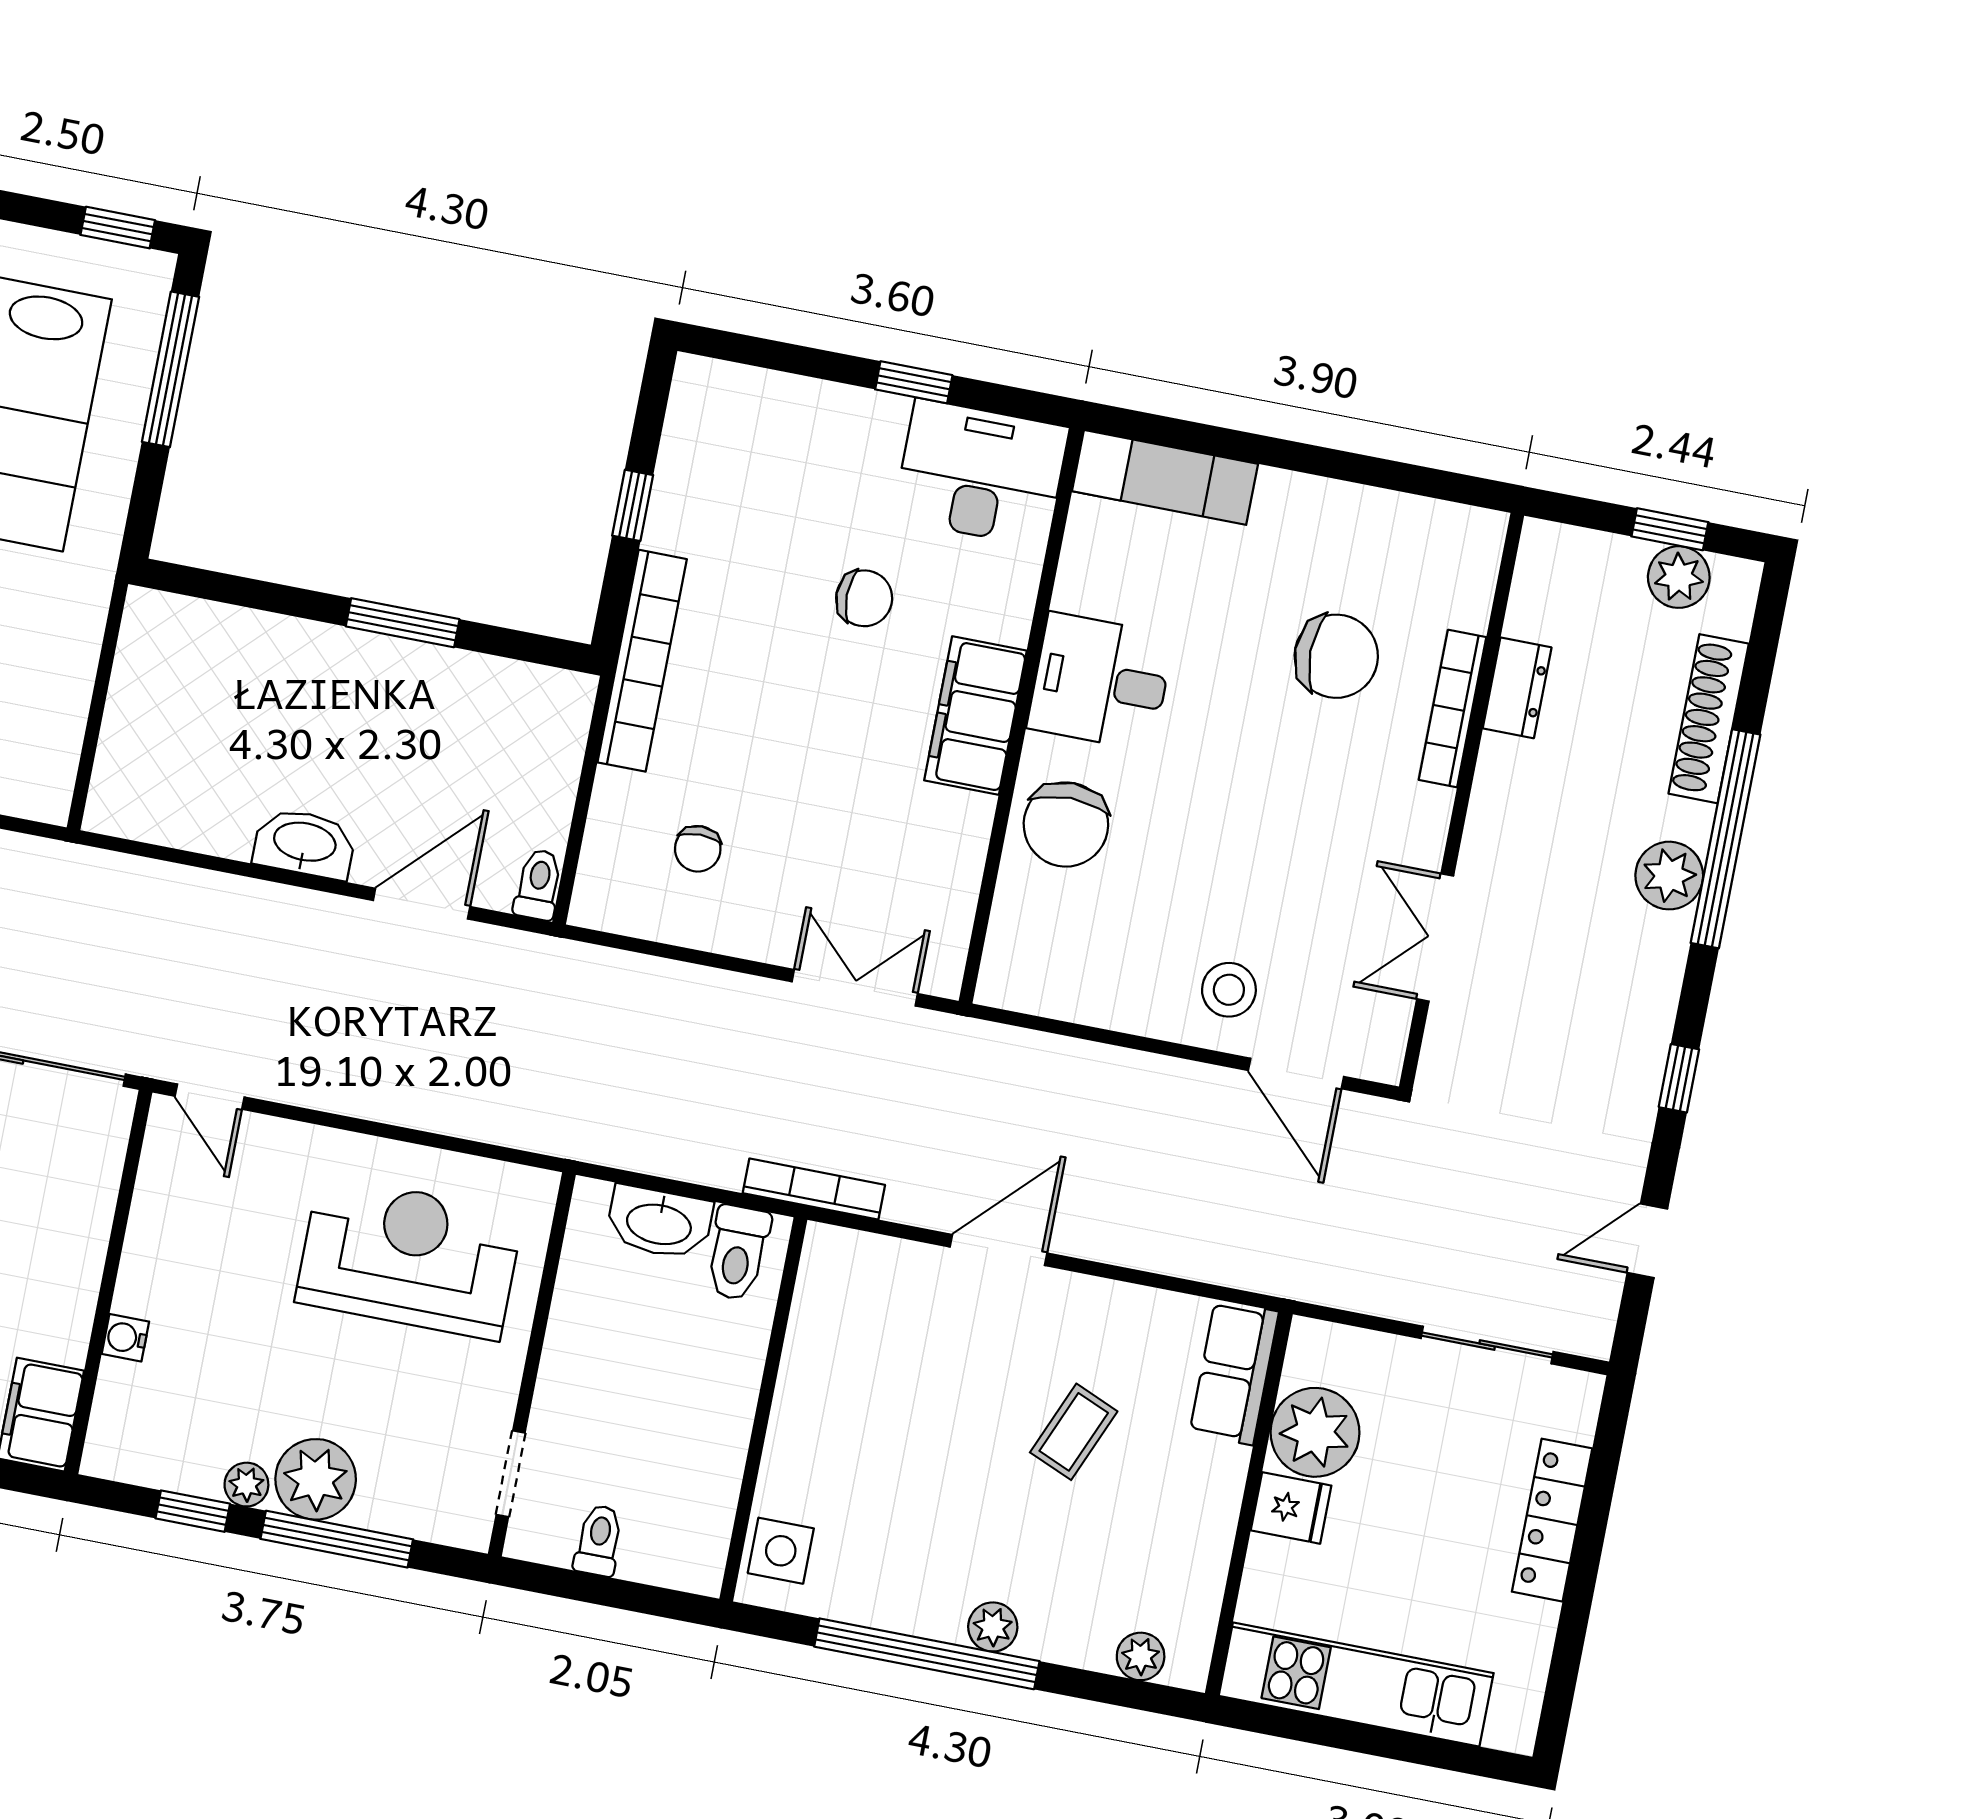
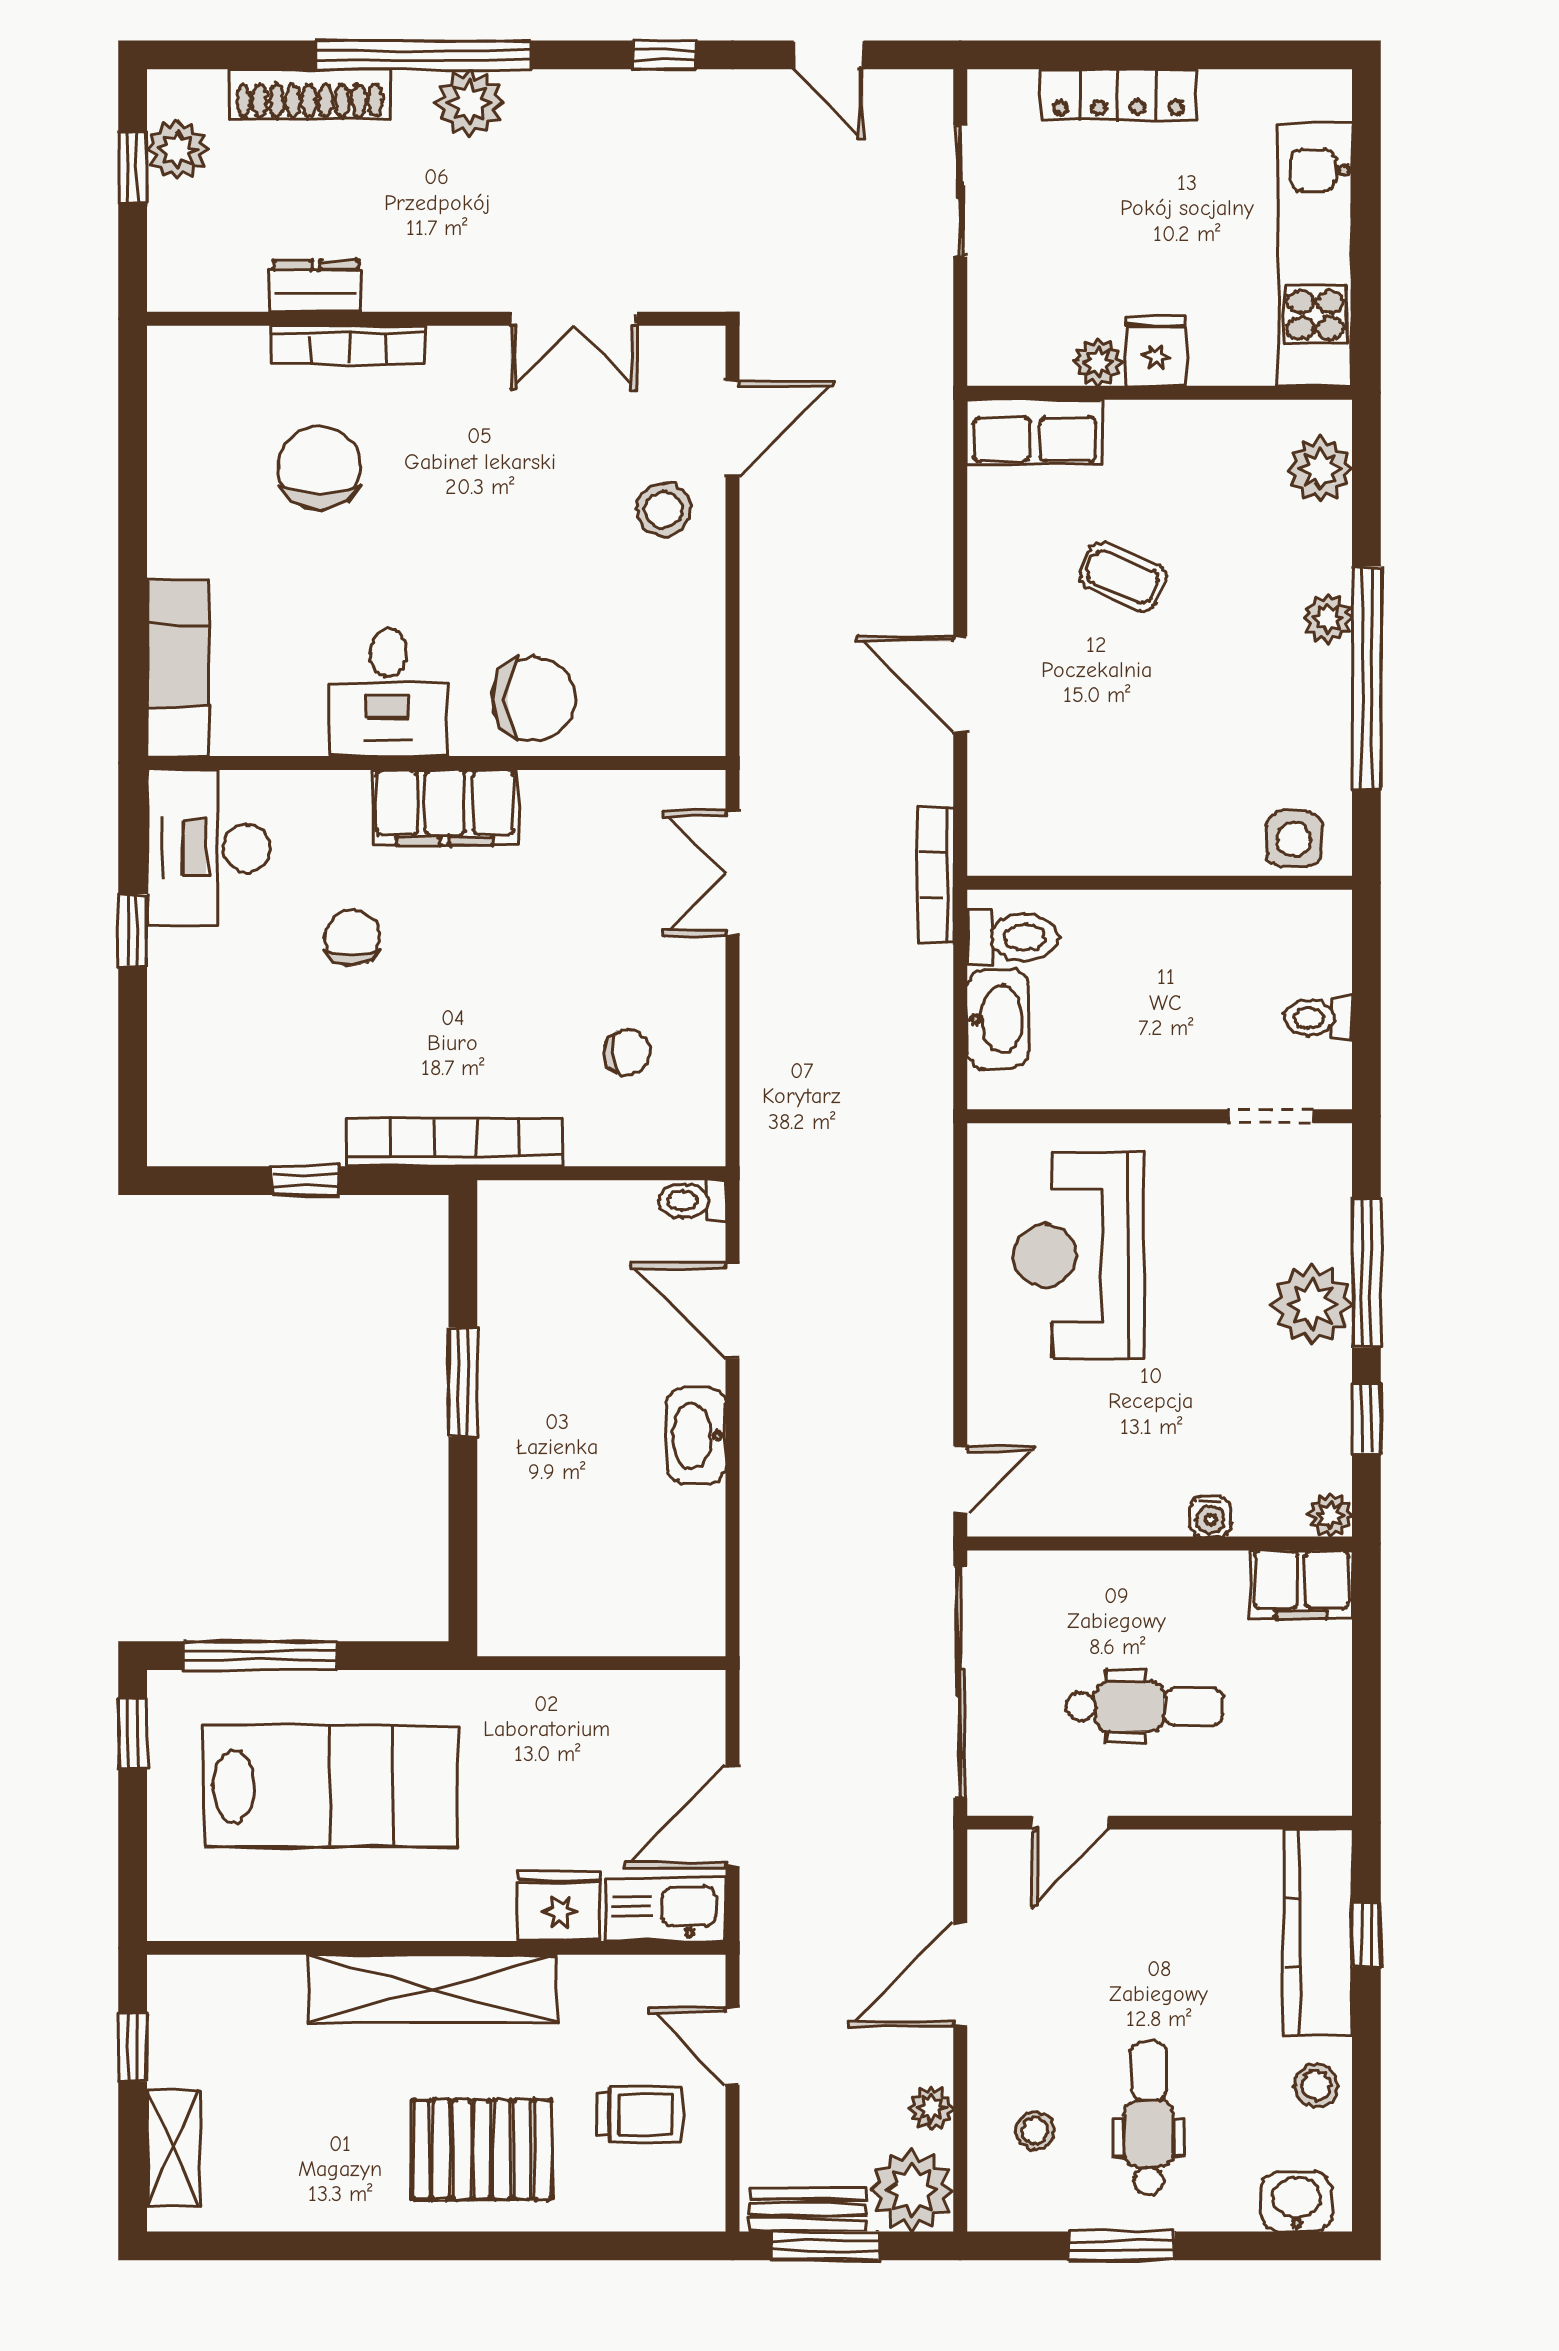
plant: (1315, 1432) -> (1098, 362), width x0.53, depth x0.53
plant: (246, 1485) -> (1330, 1515), moved
plant: (1141, 1656) -> (1320, 469), width x1.38, depth x1.38

